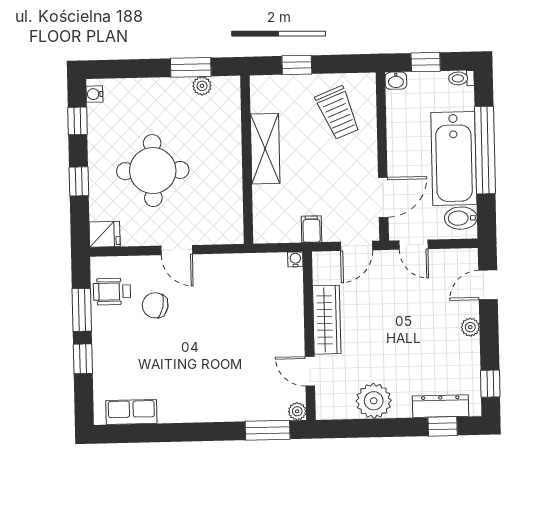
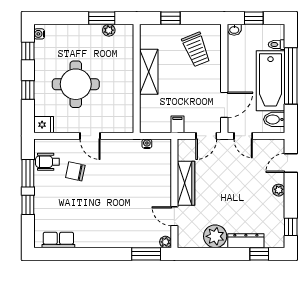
toilet: (461, 78) -> (277, 45), moved
water cooler: (295, 259) -> (147, 144), moved
dresser: (440, 406) -> (246, 241), moved

